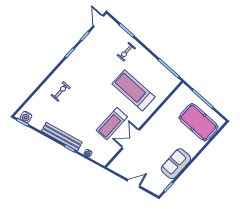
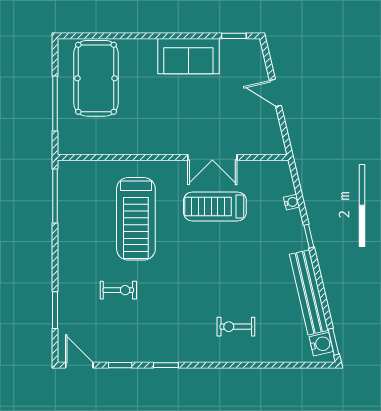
door: (98, 21) -> (79, 365), swing flipped
exercise bike: (126, 52) -> (118, 290), moved
treadmill: (112, 124) -> (215, 206), turned 180
bench: (62, 137) -> (309, 292), moved

